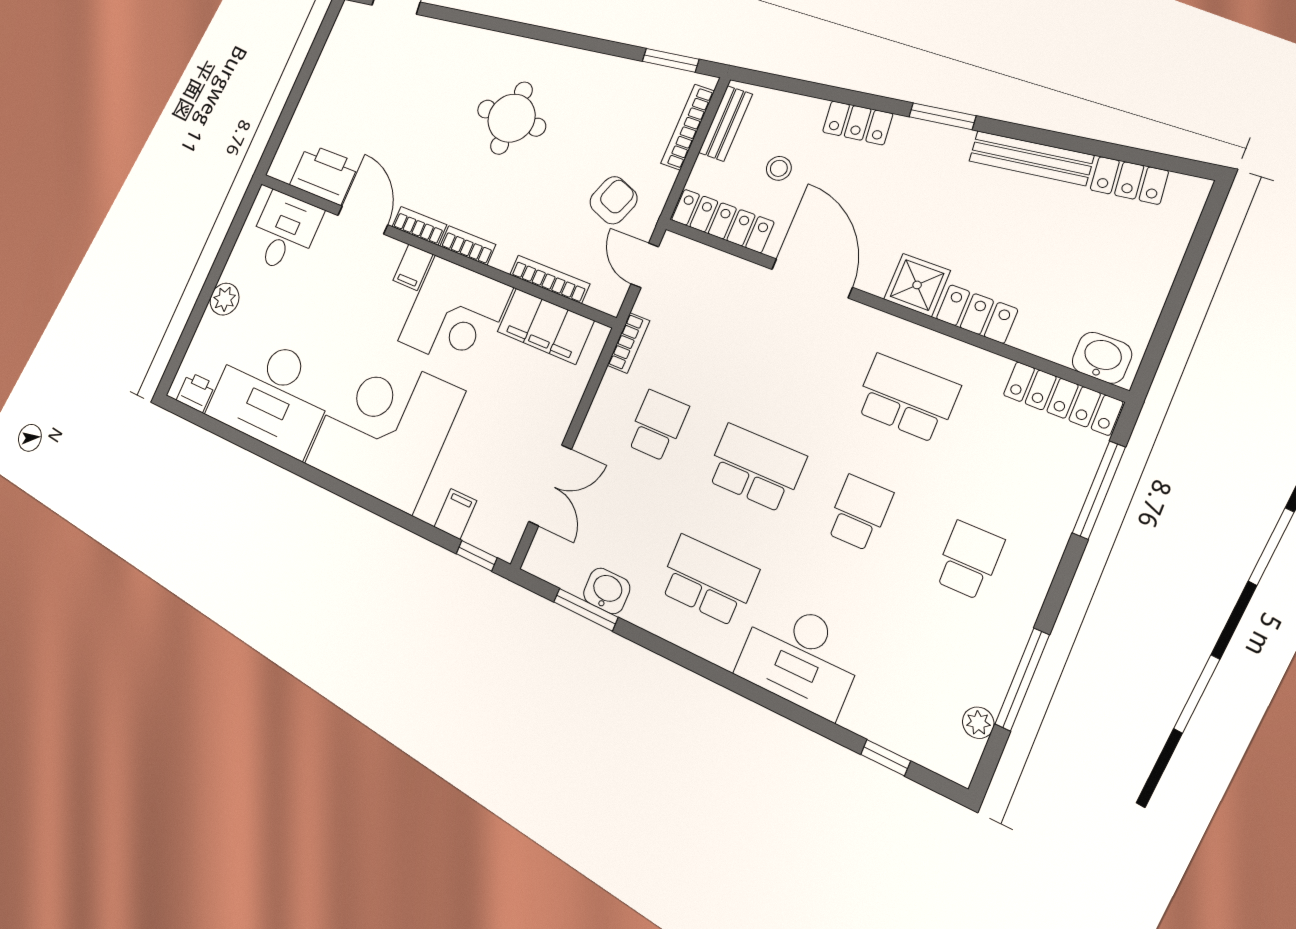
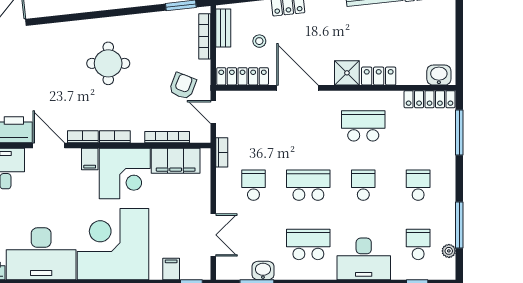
school desk: (920, 680) -> (418, 244), added

